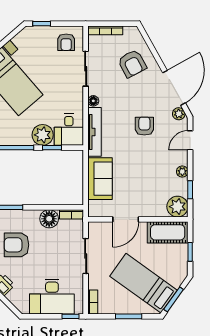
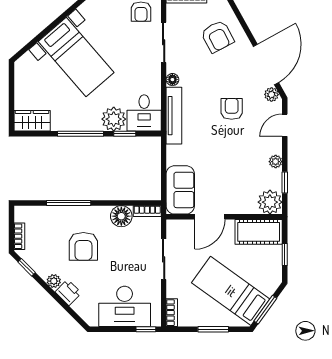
sofa: (100, 179) -> (180, 190), moved
armchair: (16, 245) -> (83, 246), turned -90

